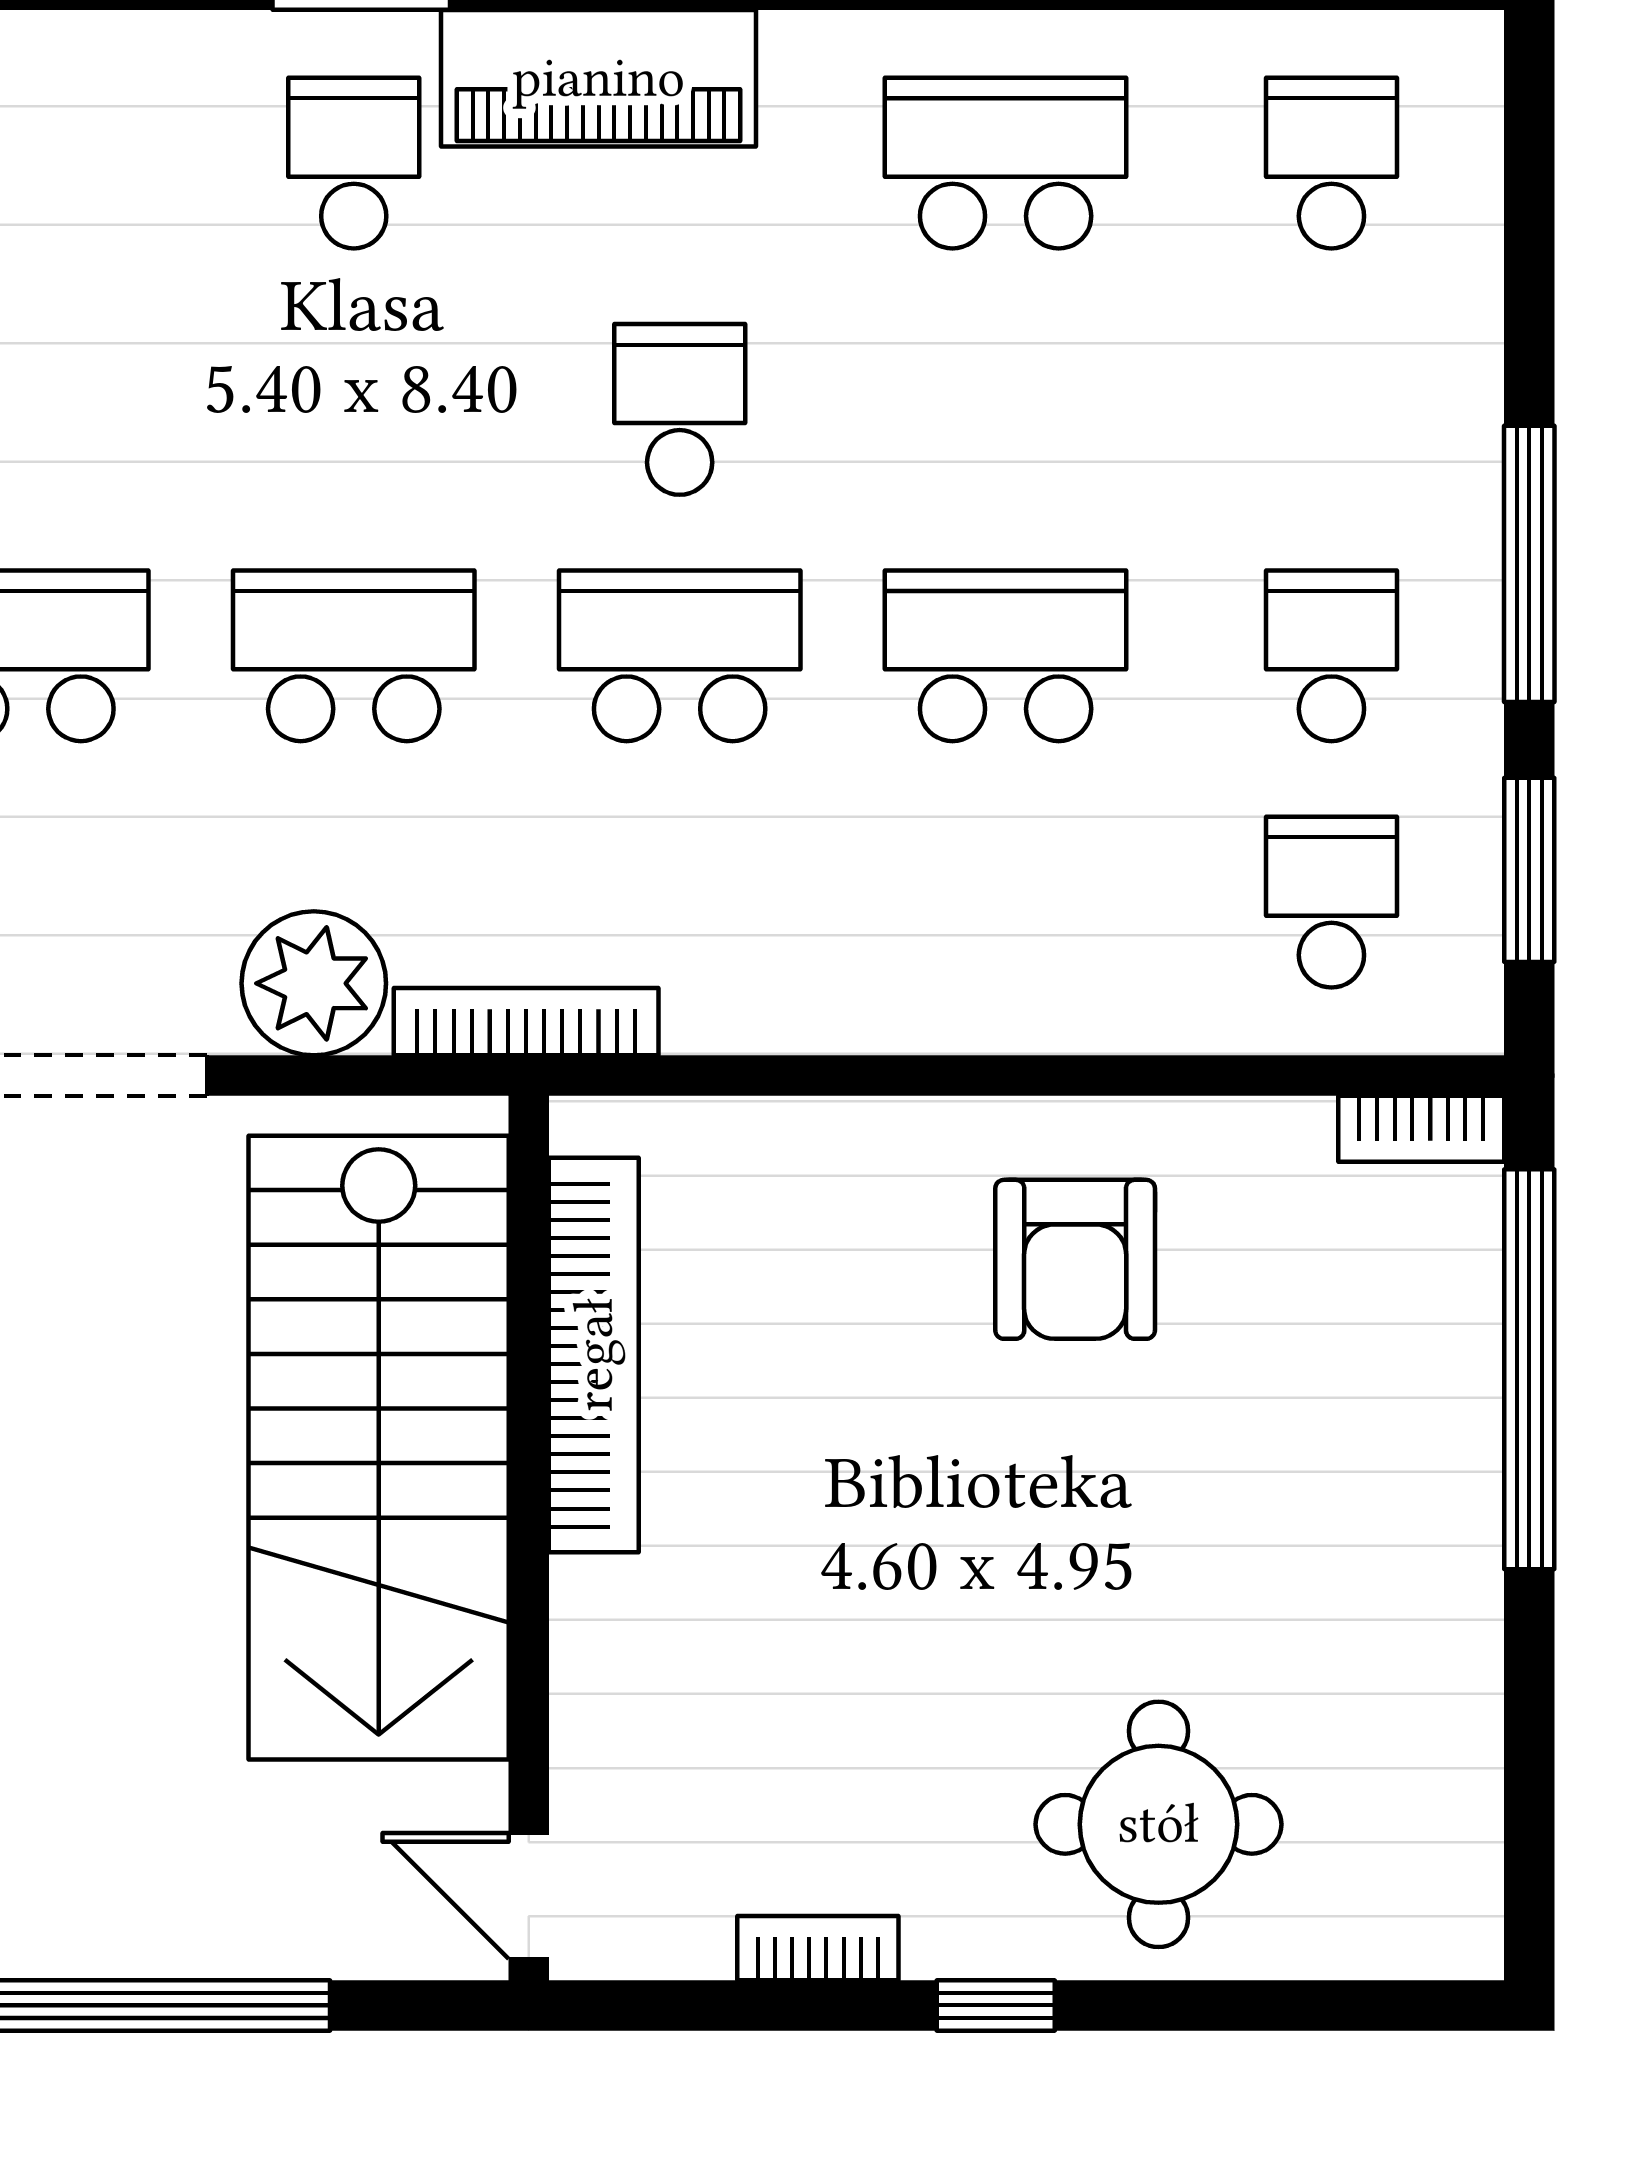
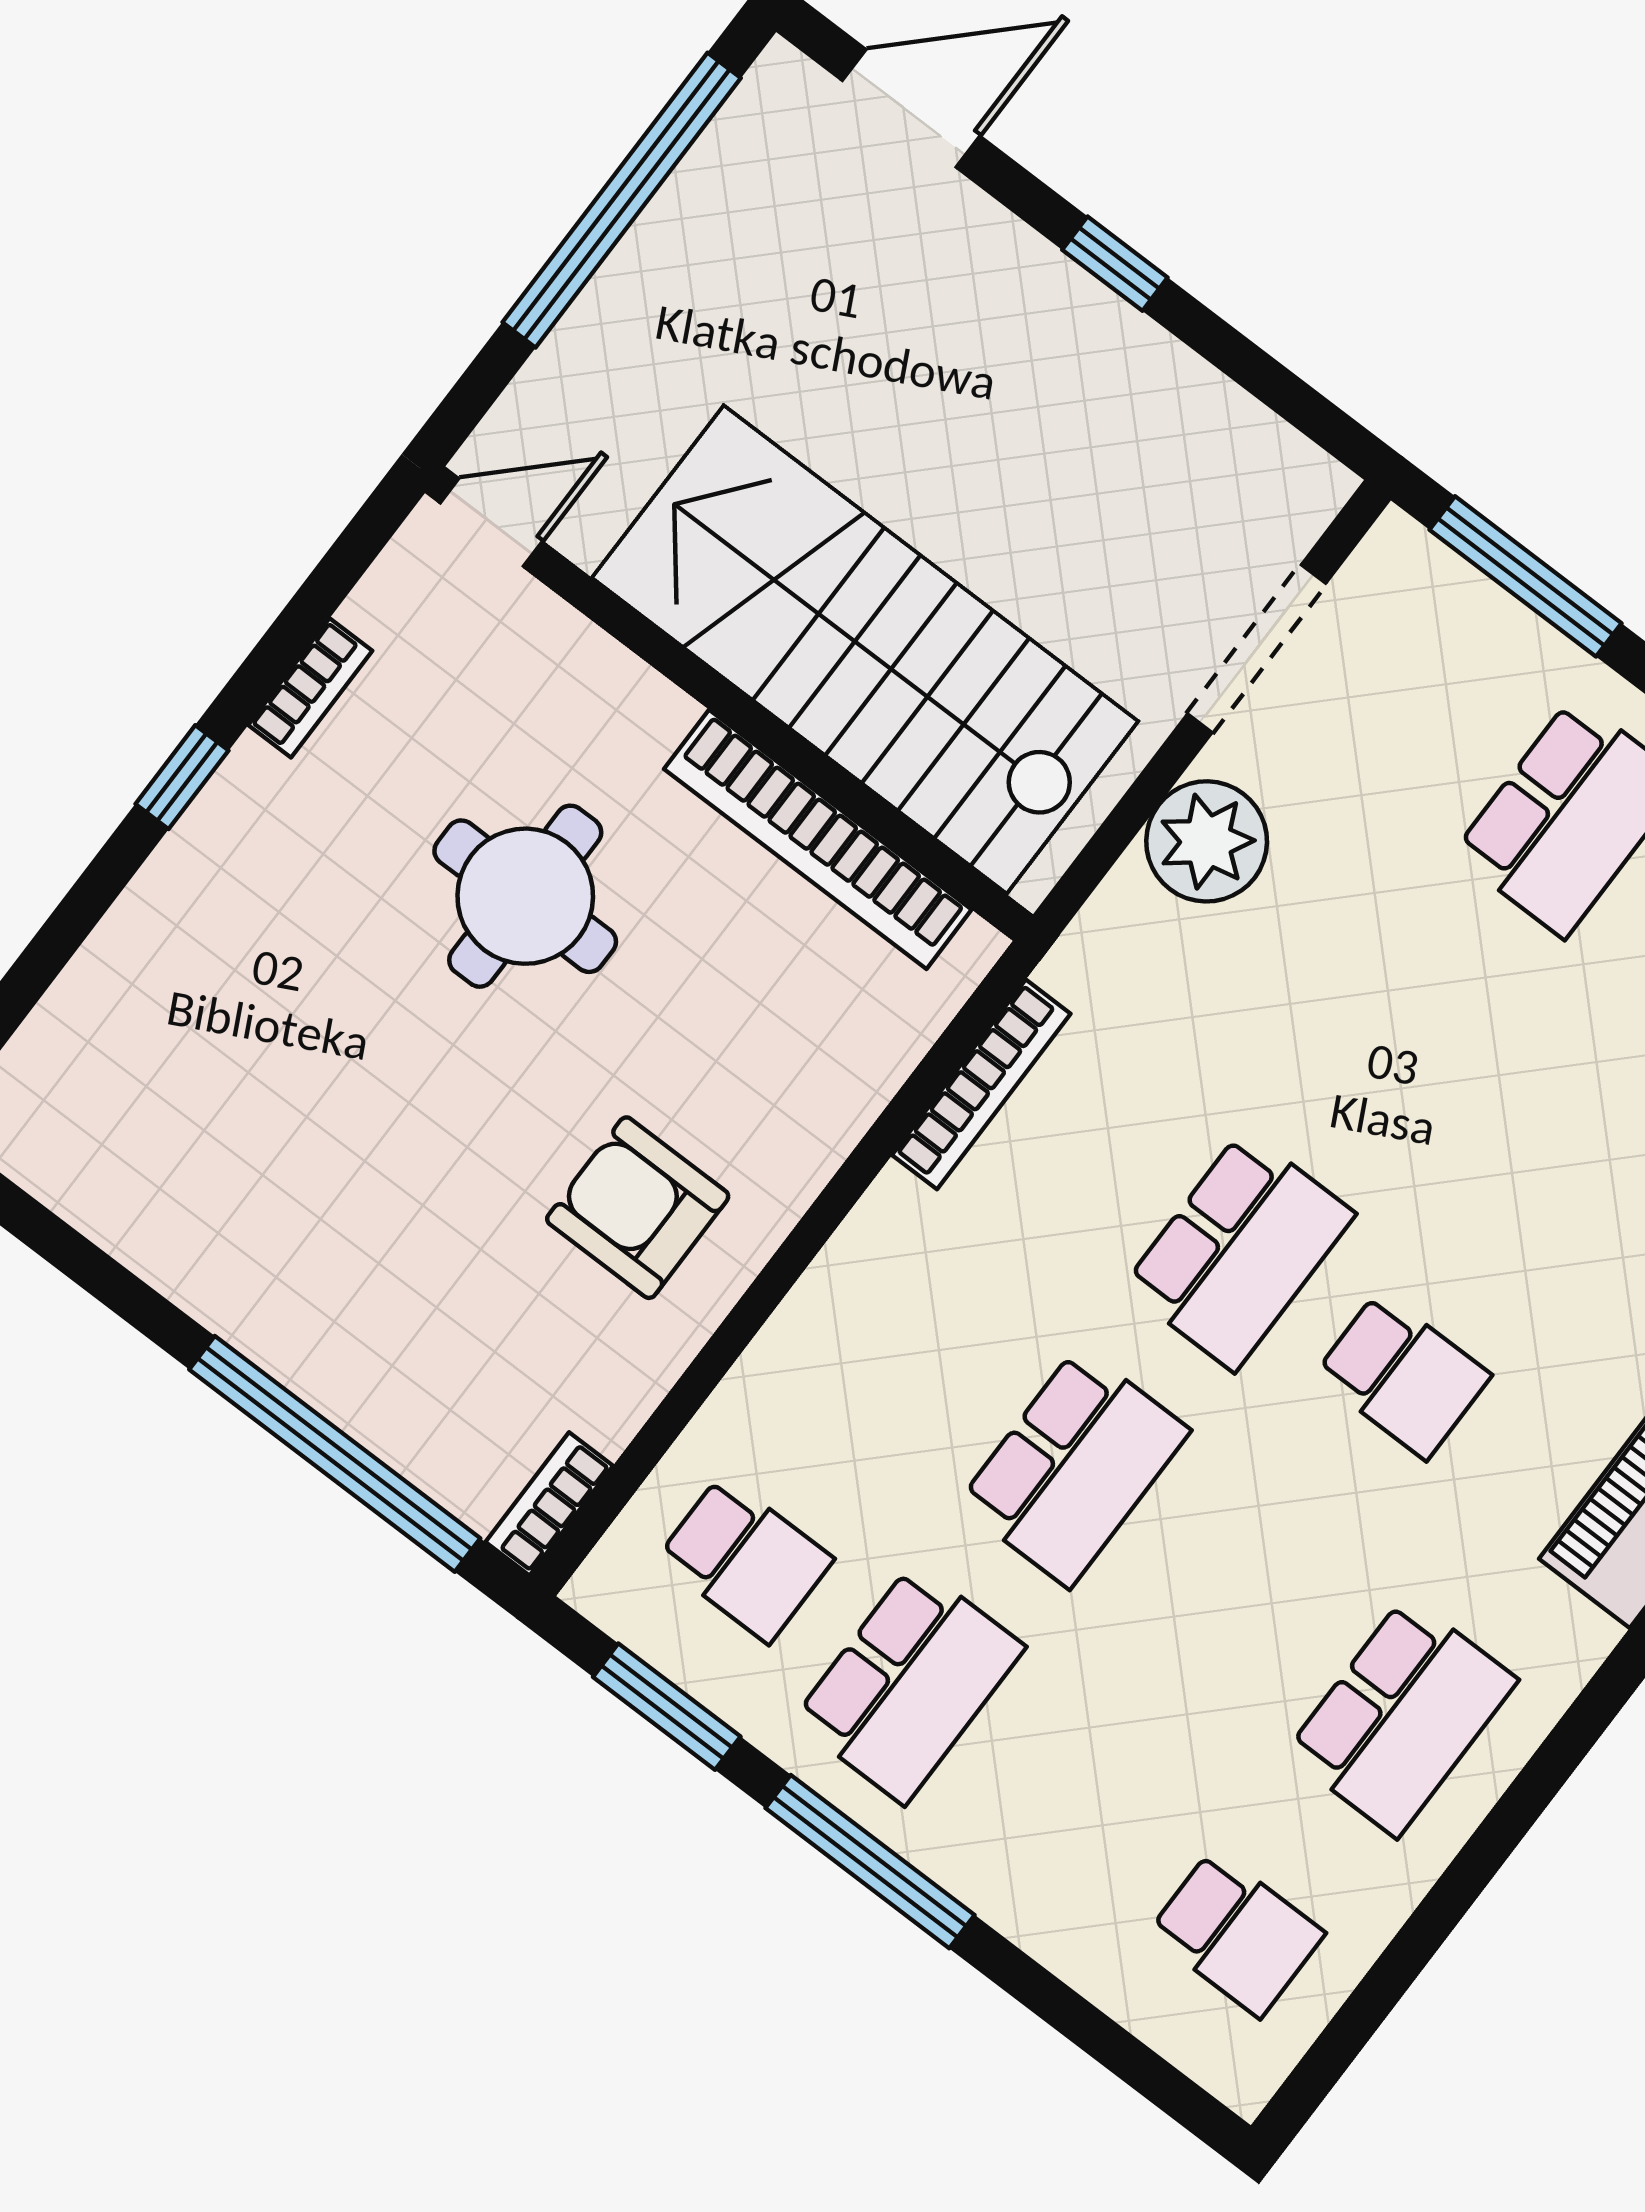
school desk: (354, 656) -> (1404, 1034), removed
school desk: (1331, 656) -> (909, 1684), width x1.85
bookcase: (526, 1022) -> (981, 1084), moved
round table: (1158, 1824) -> (525, 896), moved

